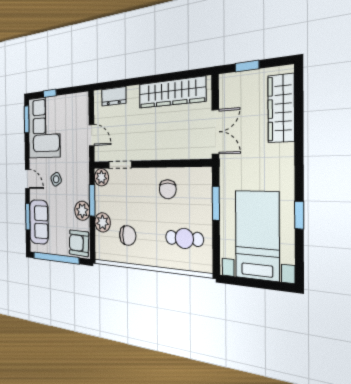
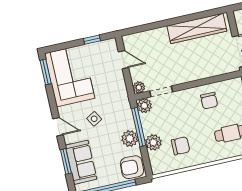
window: (50, 93) -> (92, 40), moved
dresser: (114, 96) -> (143, 38), removed
door: (92, 135) -> (123, 60), moved
plant: (100, 154) -> (139, 87), added
window: (92, 200) -> (139, 127), width x1.44

